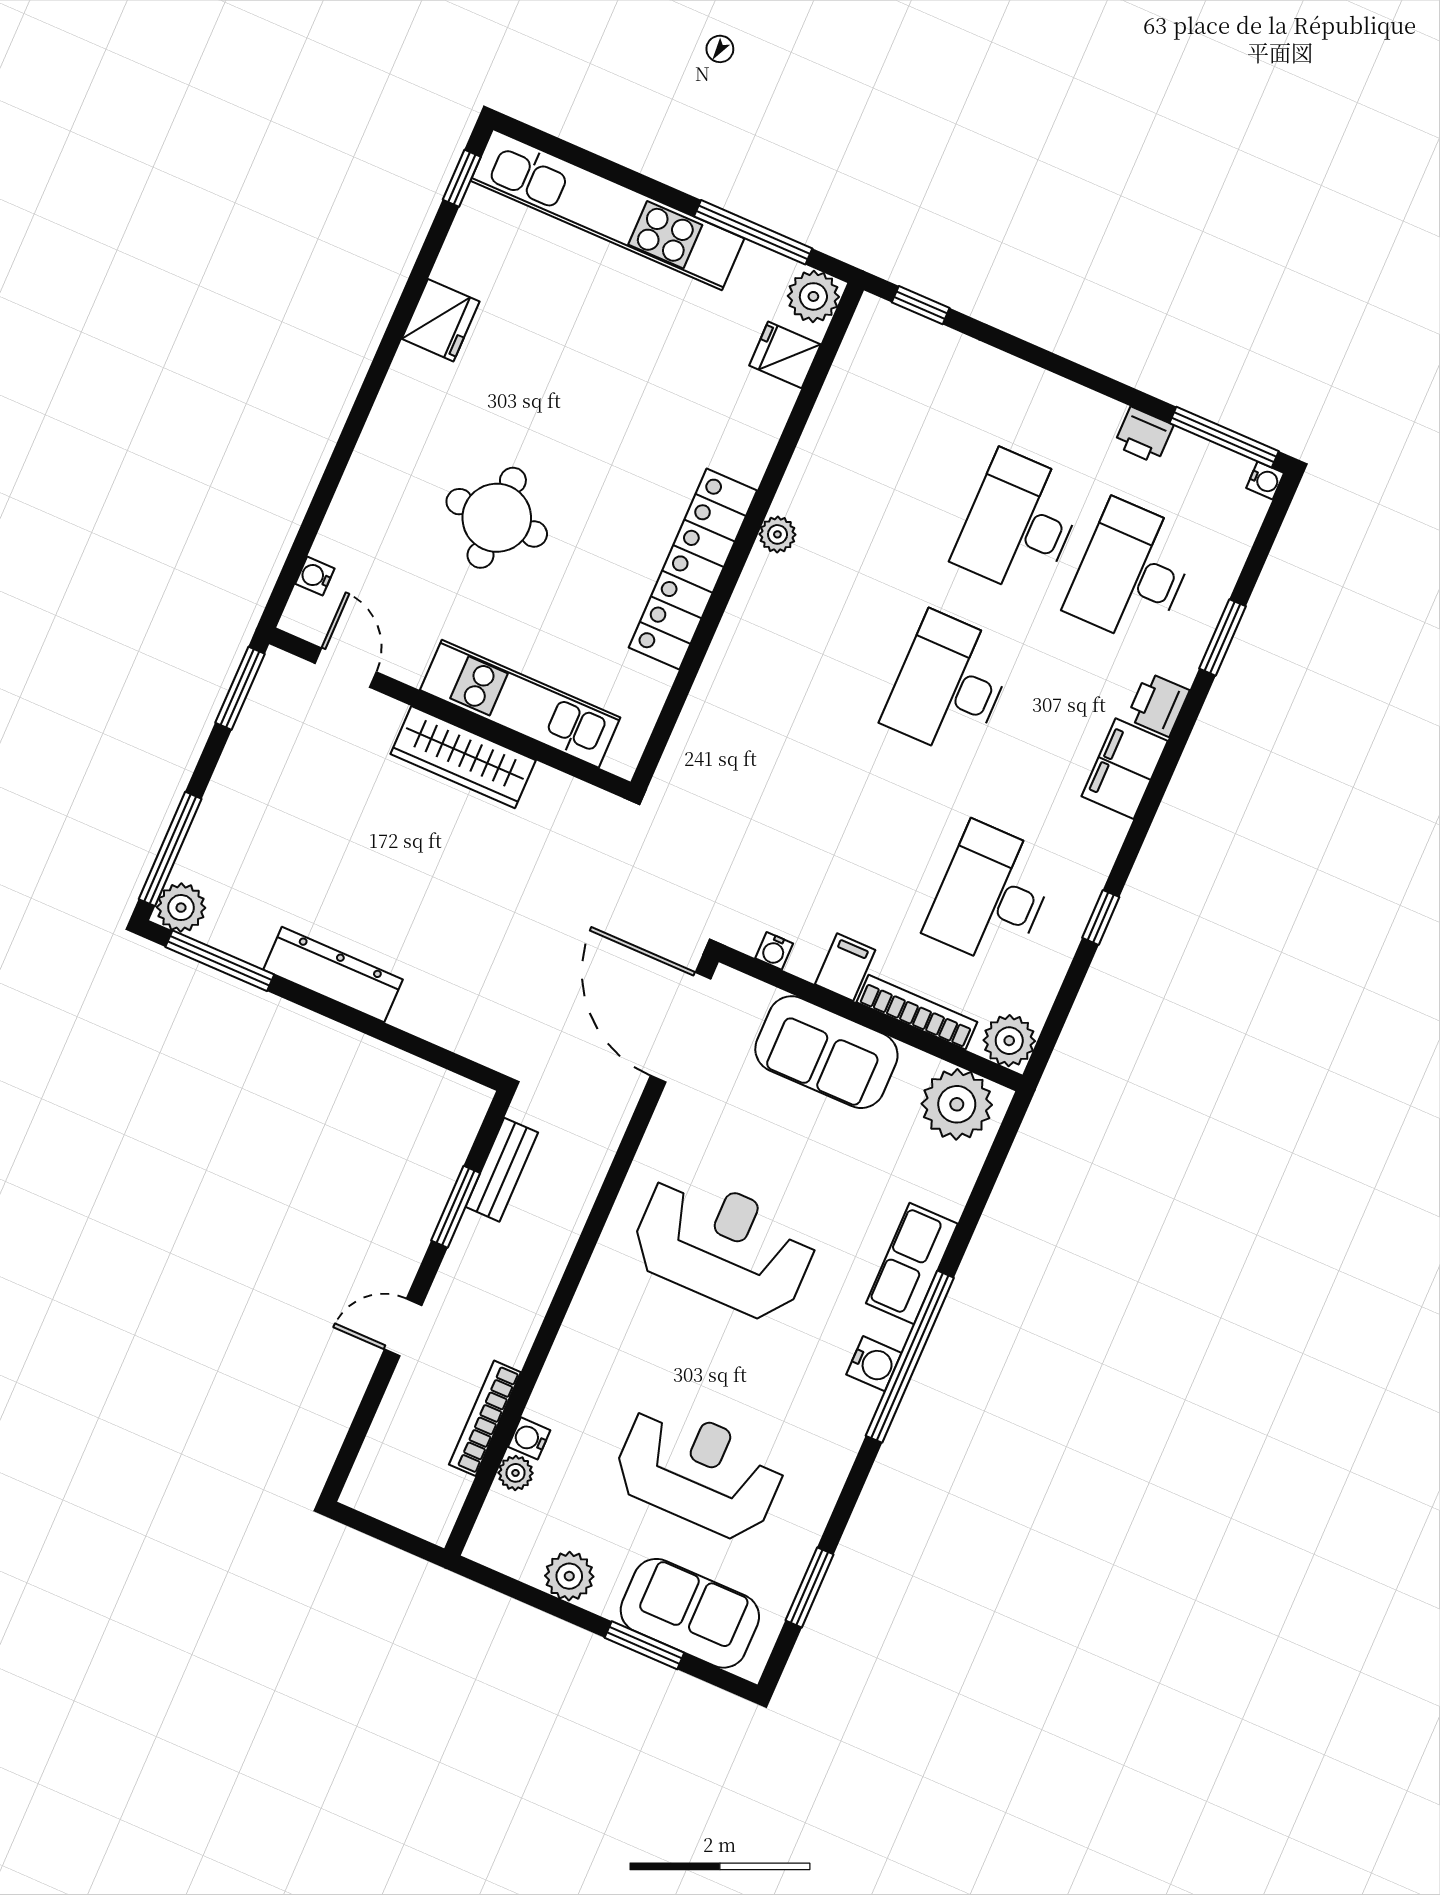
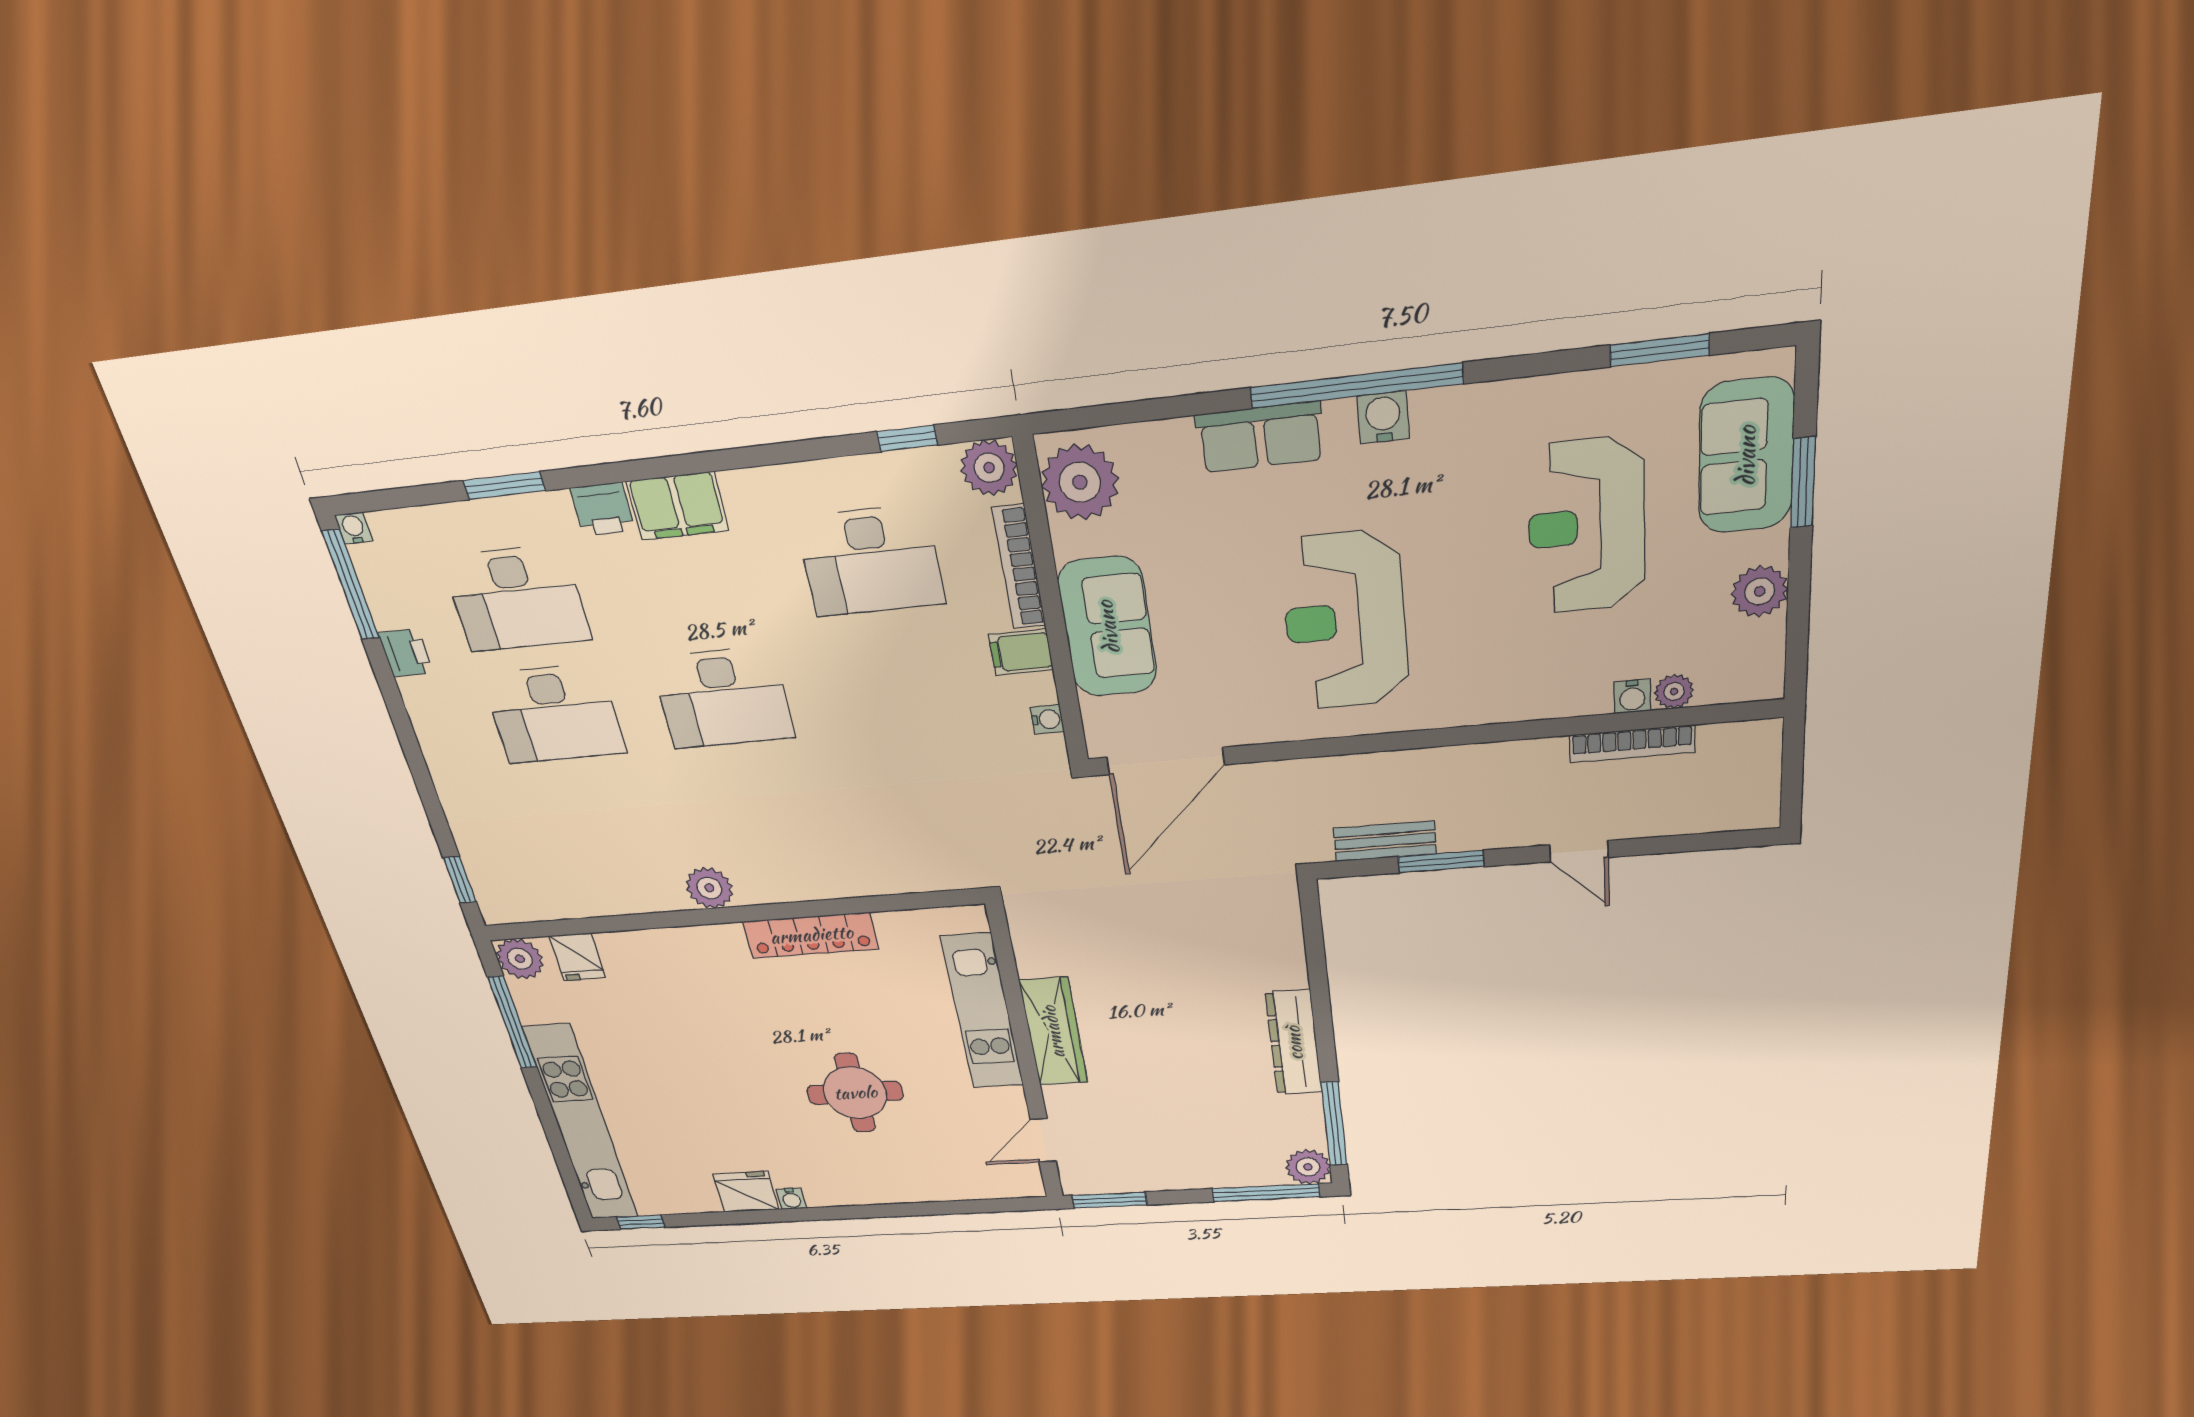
plant: (777, 534) -> (709, 888), width x1.38, depth x1.38
locker: (693, 569) -> (811, 935), width x0.71, depth x0.83
water cooler: (315, 576) -> (791, 1199), moved
window: (1101, 917) -> (907, 438), moved

